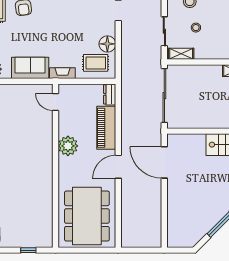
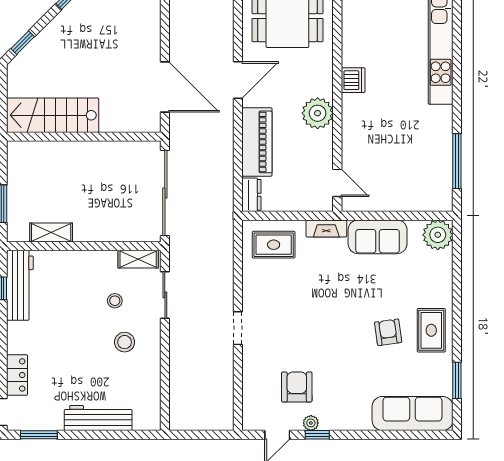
floor lamp: (107, 44) -> (255, 275), removed
dishwasher: (46, 167) -> (353, 80), added

